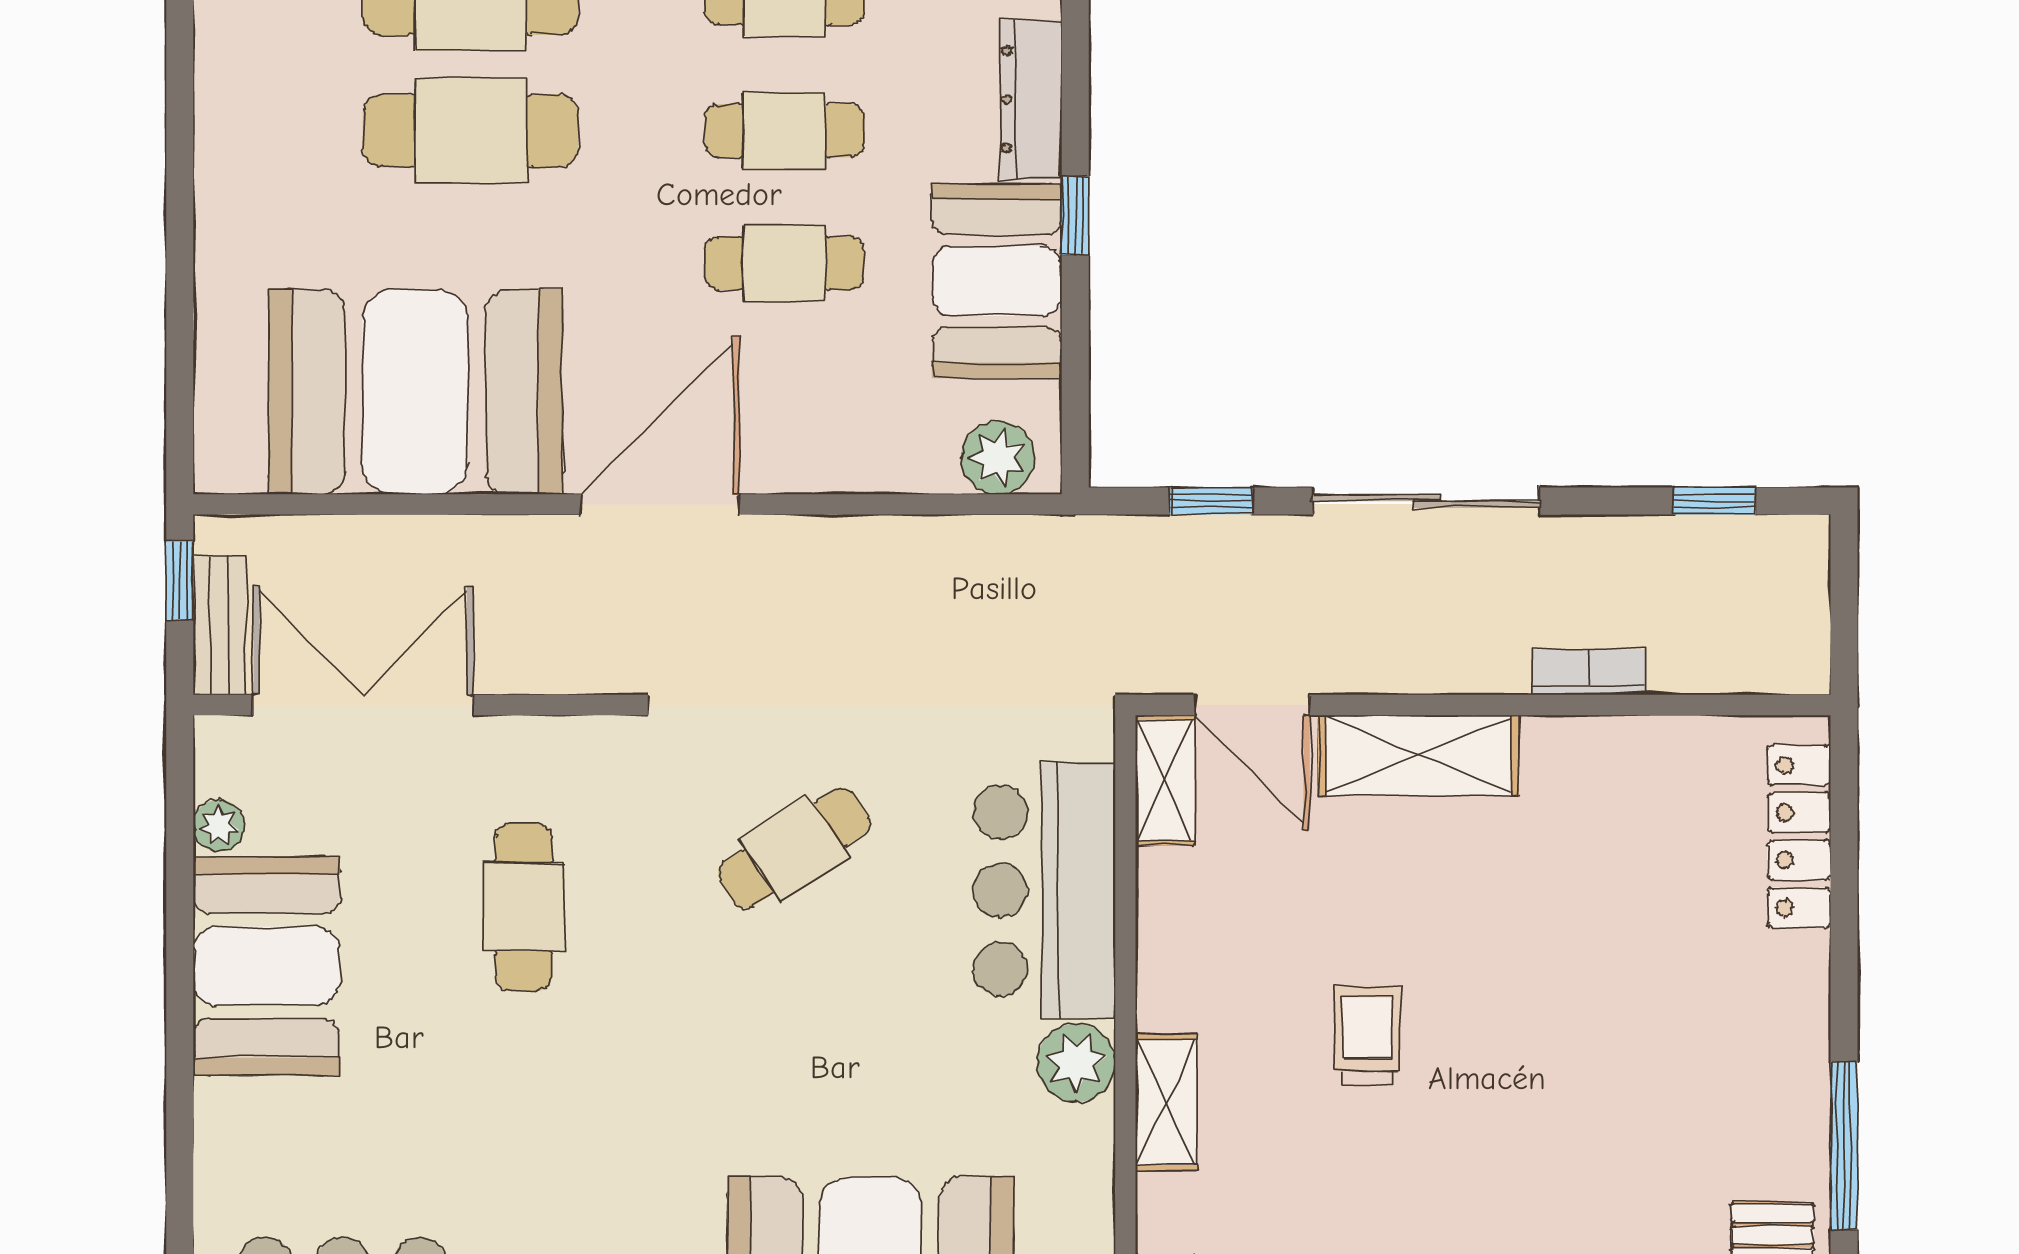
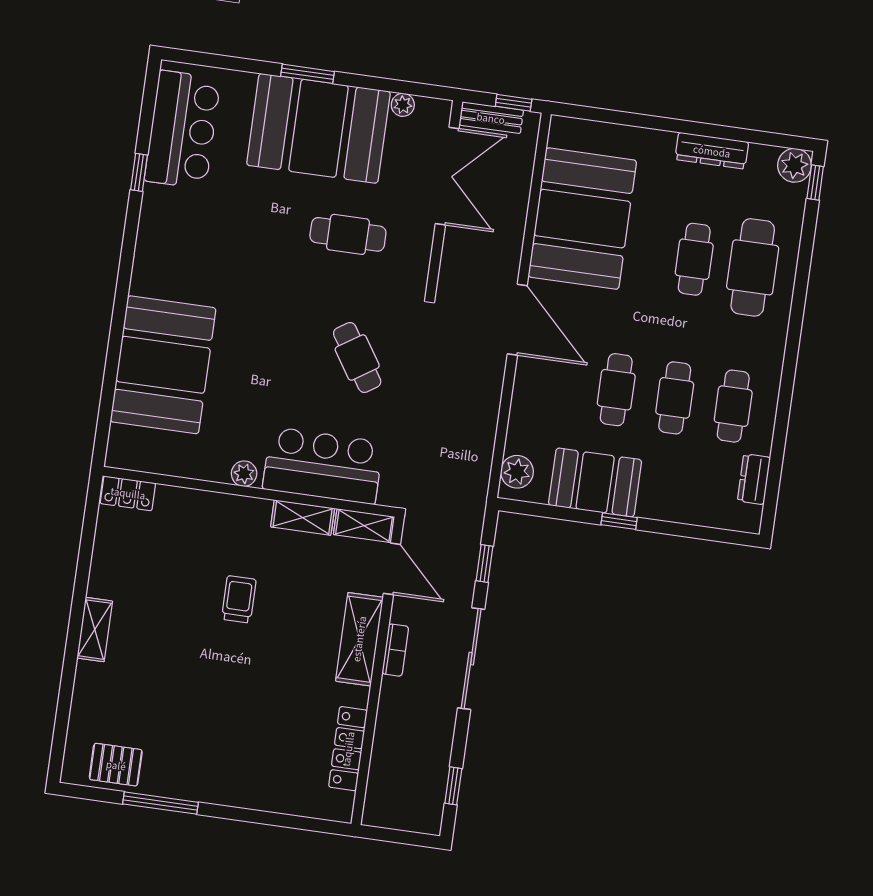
dresser: (1031, 99) -> (712, 151), moved, turned 180
cafe table: (471, 131) -> (694, 259), width x0.73, depth x0.74
bookcase: (1589, 672) -> (395, 650), moved
door: (1252, 705) -> (392, 569), swing flipped
locker: (1799, 836) -> (348, 749), moved, turned -90
booth: (266, 966) -> (318, 128), width x1.36, depth x1.42
trolley: (1367, 1035) -> (239, 599), turned -90
window: (180, 1047) -> (308, 74), added
plant: (1076, 1063) -> (244, 474), width x0.73, depth x0.73
shelving: (1166, 1102) -> (303, 518), moved

